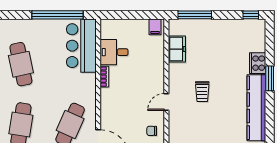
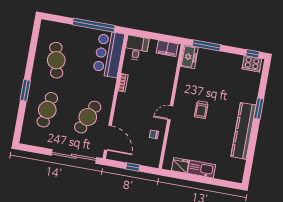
filing cabinet: (155, 27) -> (167, 48), width x2.00
freezer: (177, 49) -> (189, 57), moved
desk: (114, 52) -> (137, 48), moved, turned 90
cooker: (258, 63) -> (252, 64), moved, turned -90

